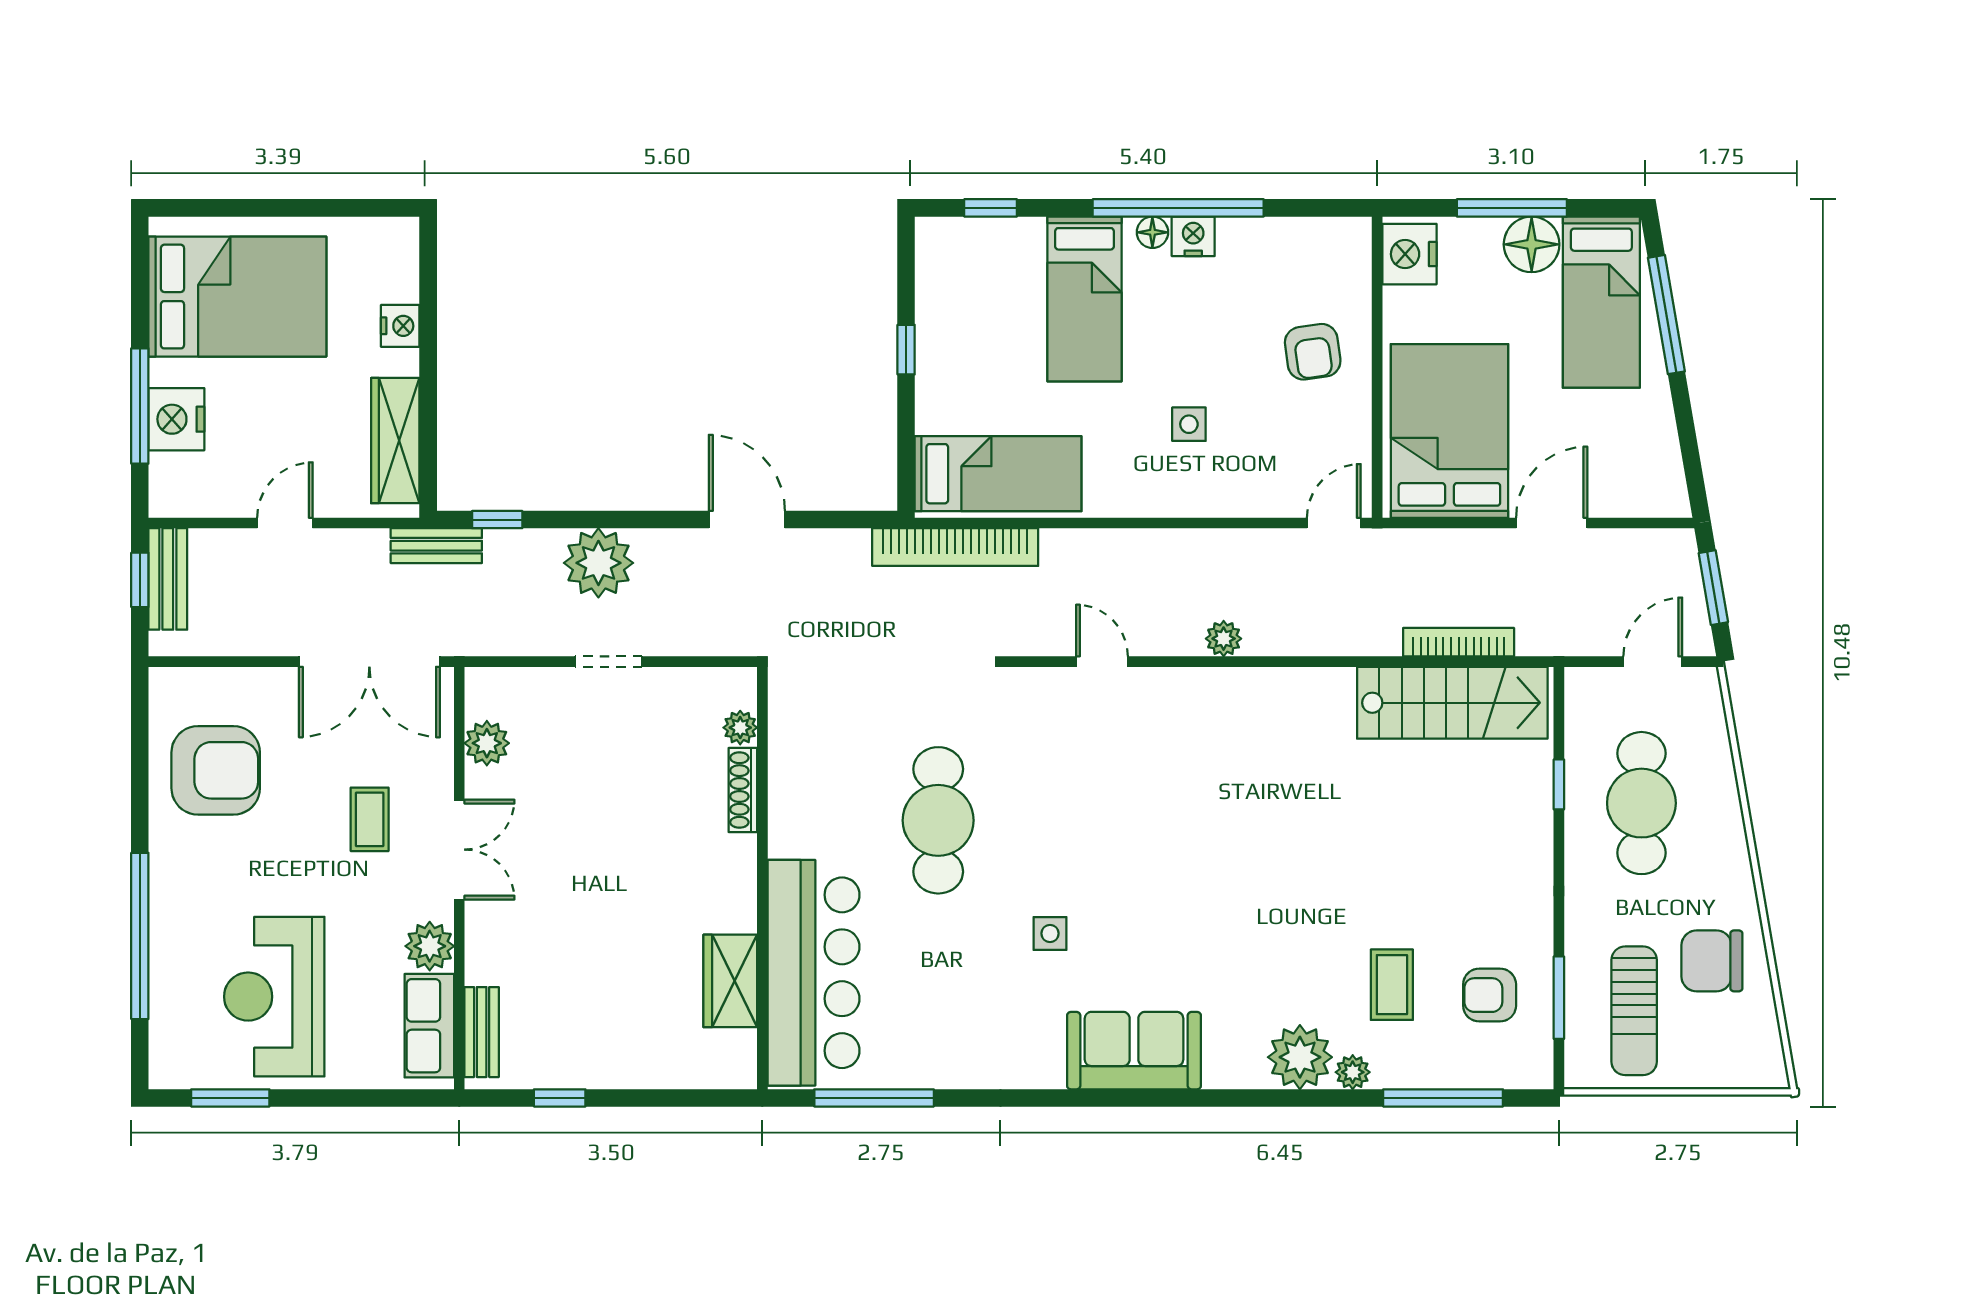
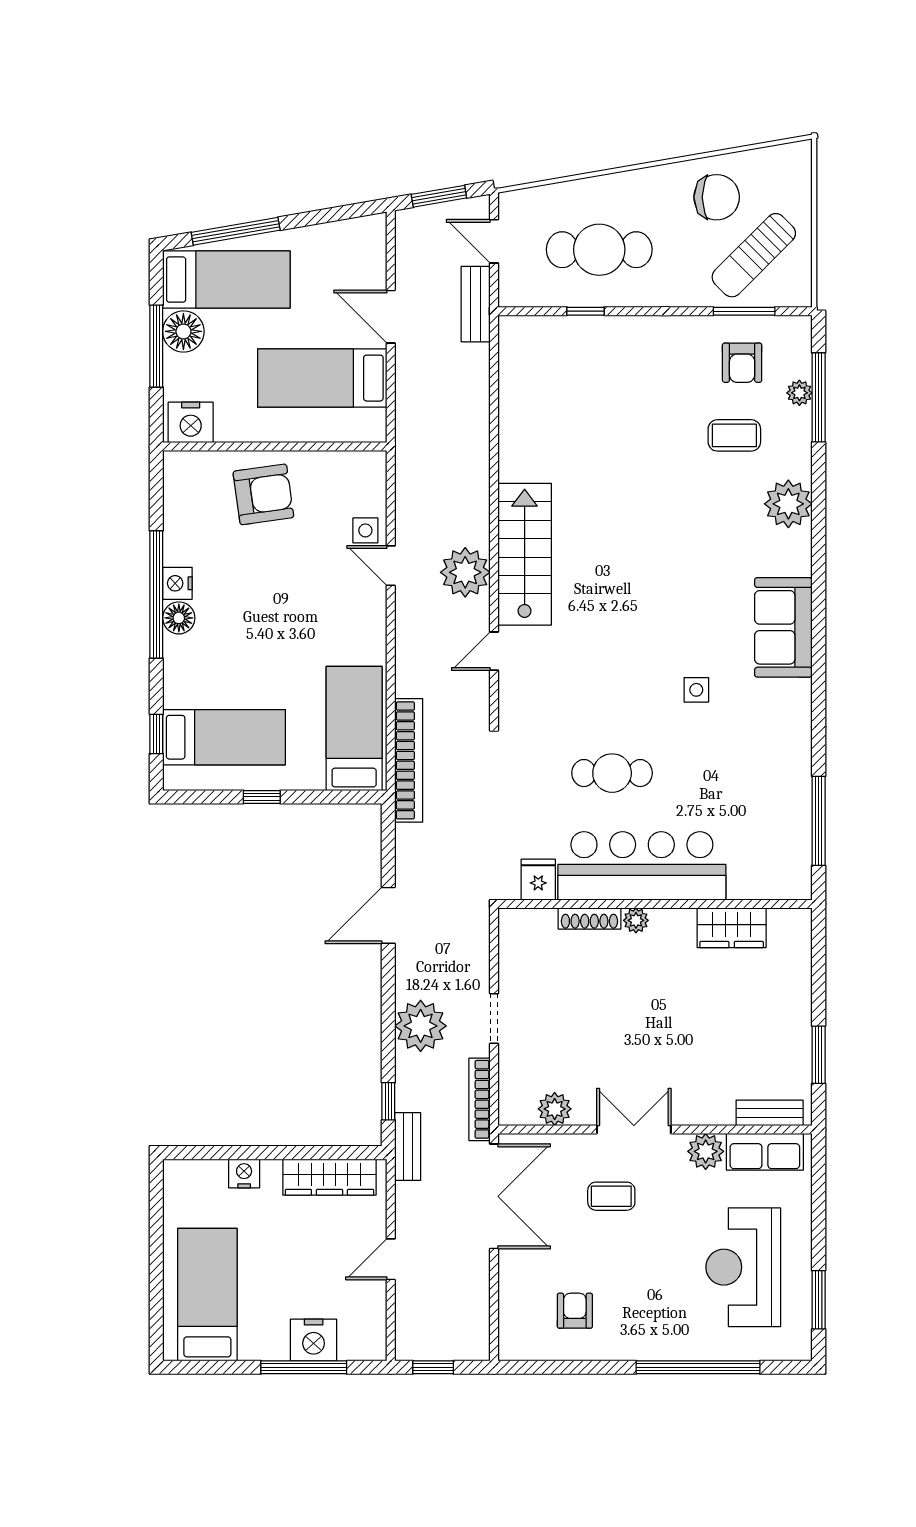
floor lamp: (1152, 232) -> (179, 618), width x1.37, depth x1.37
bed: (237, 297) -> (207, 1295), width x0.67
bed: (1085, 299) -> (224, 737), moved
armchair: (1313, 352) -> (263, 494), width x1.38, depth x1.38
side table: (1189, 424) -> (365, 530), moved
bed: (1449, 431) -> (322, 378), width x0.67
door: (285, 523) -> (391, 1259), hinge flipped
door: (1334, 523) -> (391, 566), moved
bench: (168, 579) -> (476, 304), moved, turned 90
plant: (1224, 639) -> (465, 572), width x1.88, depth x1.88
bookcase: (1459, 642) -> (479, 1099), moved
stairs: (1452, 703) -> (525, 554), moved
fridge: (795, 721) -> (538, 880), added
plant: (740, 728) -> (636, 920), moved
armchair: (216, 770) -> (575, 1311), width x0.53, depth x0.53
cafe table: (938, 820) -> (612, 773), width x0.73, depth x0.74
chair: (1712, 961) -> (717, 197), turned -90
bar counter: (814, 973) -> (642, 866), moved
reception desk: (274, 997) -> (743, 1267), turned 90
sun lounger: (1634, 1011) -> (754, 255), turned 135
plant: (1353, 1072) -> (799, 393), moved
window: (560, 1098) -> (819, 1055), width x1.50

